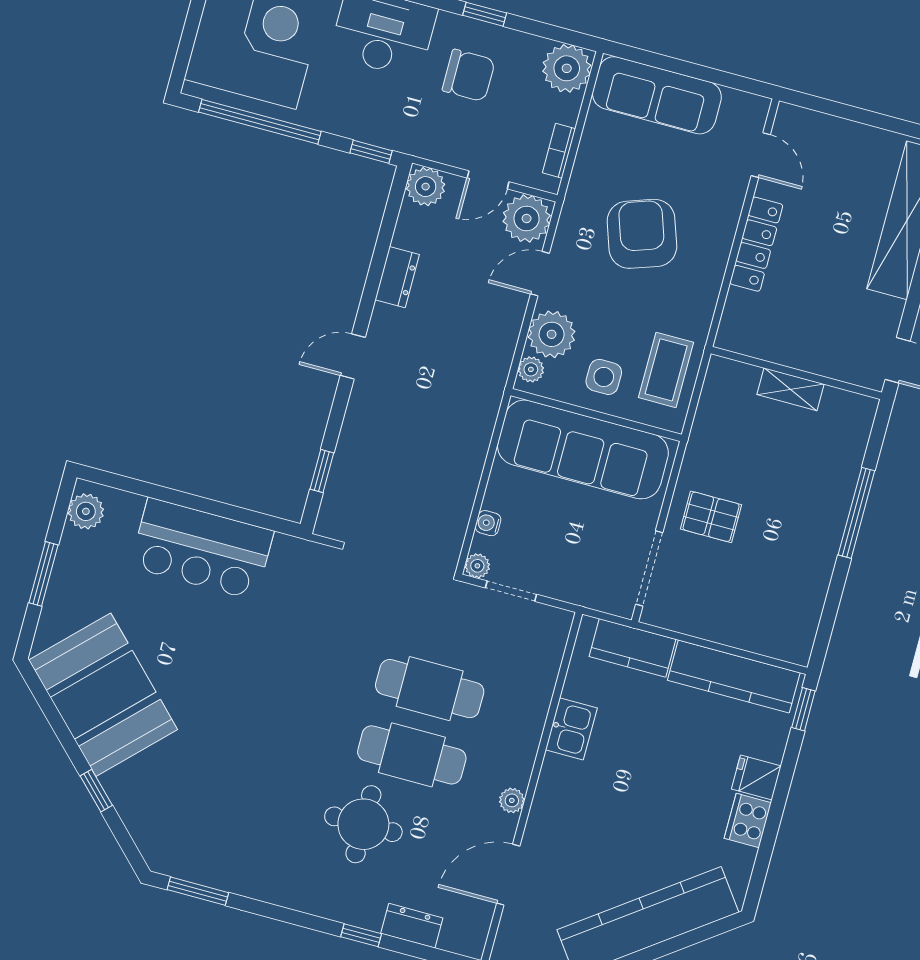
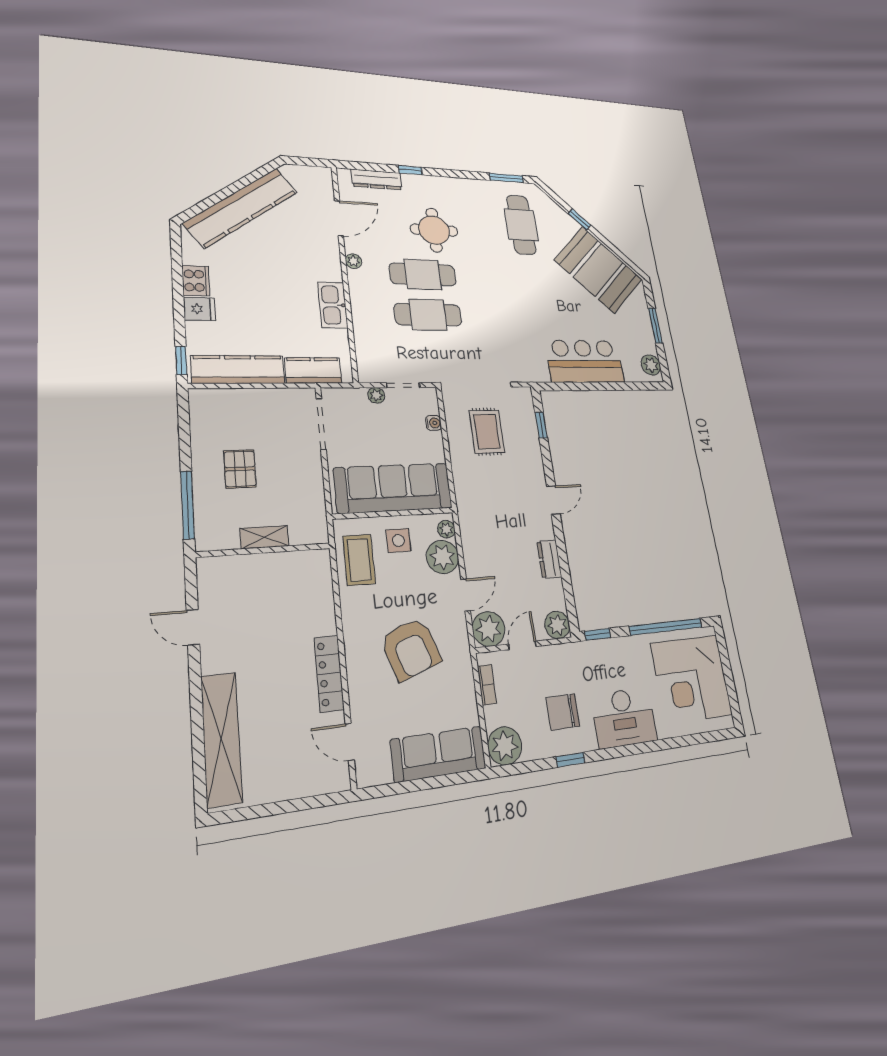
wall: (796, 373) -> (264, 550), moved
shelving: (790, 389) -> (264, 537), moved
rug: (412, 487) -> (487, 432), added
pallet: (711, 517) -> (240, 469), moved, turned 90
plant: (477, 566) -> (376, 395), moved
kitchen sink: (571, 729) -> (333, 305), width x1.38
cafe table: (208, 803) -> (521, 225), added
dresser: (412, 926) -> (377, 179), width x1.44

